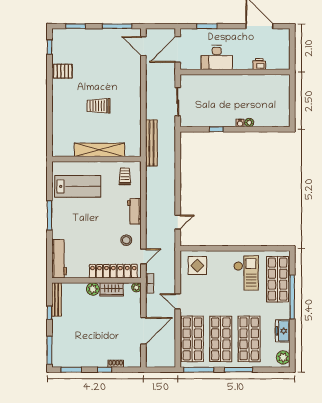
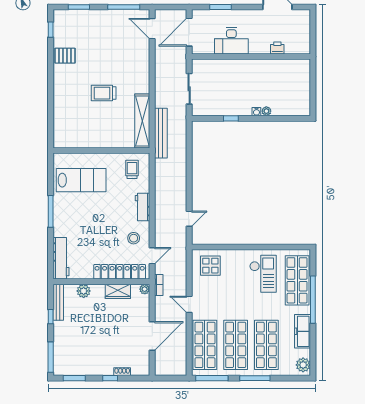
shelving: (99, 150) -> (142, 121), moved, turned 90
plant: (93, 289) -> (84, 291), moved
freezer: (283, 331) -> (303, 331), width x1.40

